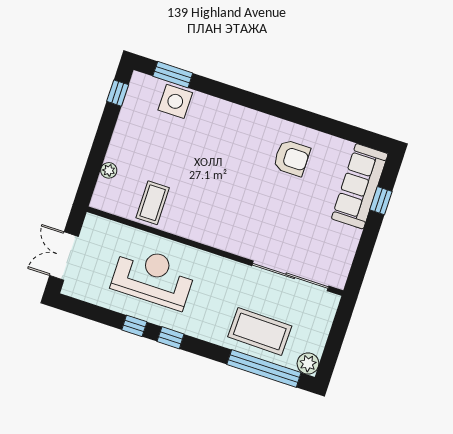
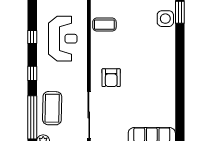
armchair: (292, 158) -> (111, 78), moved
window: (171, 338) -> (32, 73), moved

